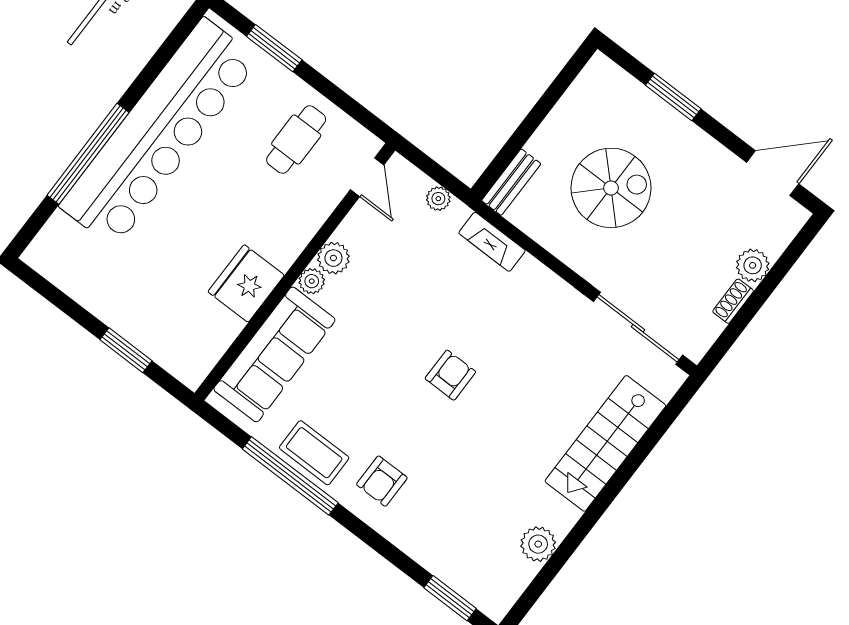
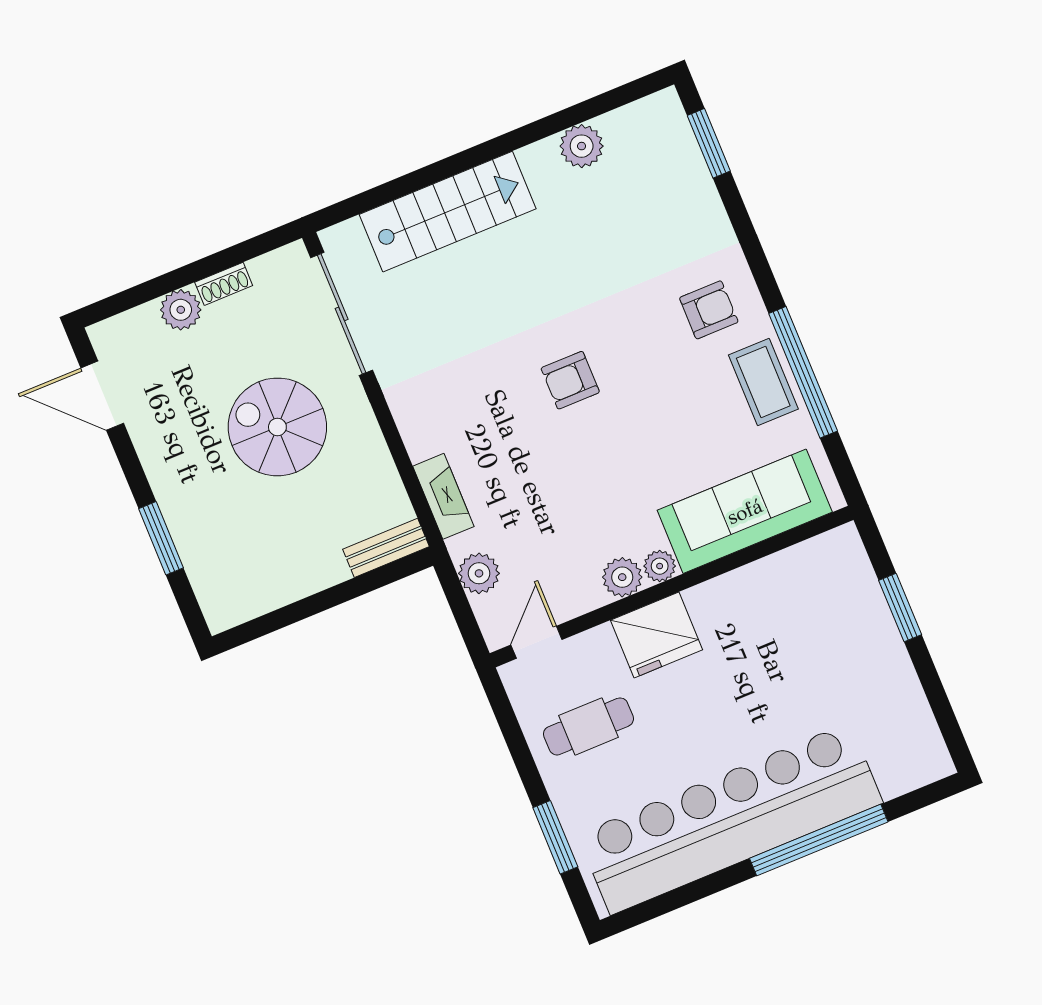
spiral stairs: (611, 188) -> (277, 427), moved
plant: (438, 199) -> (479, 573), width x1.38, depth x1.38
fridge: (246, 283) -> (657, 635), moved

